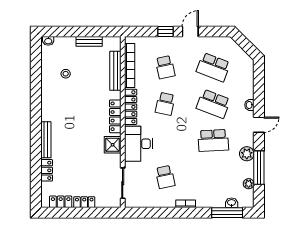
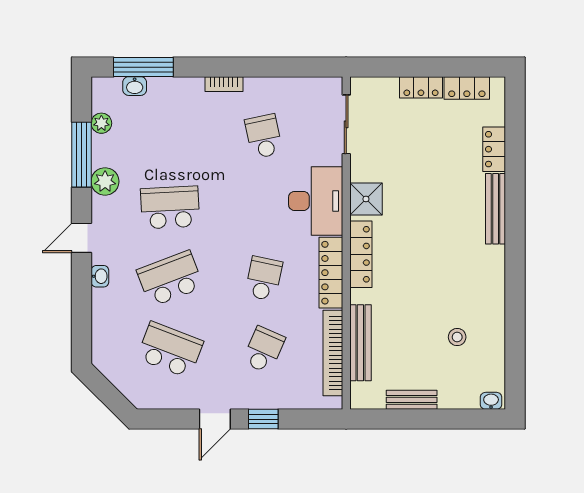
school desk: (165, 67) -> (264, 350), turned 36
school desk: (213, 104) -> (170, 279), turned -42

